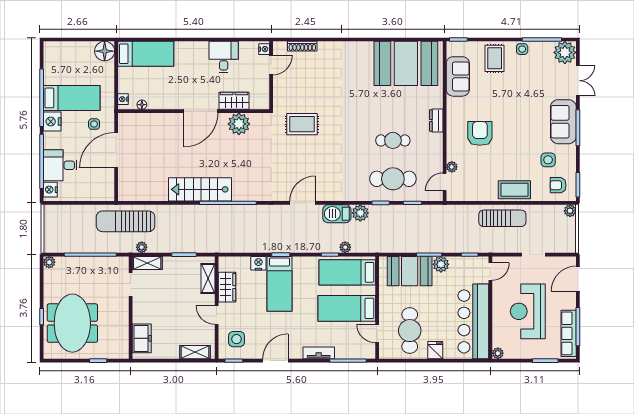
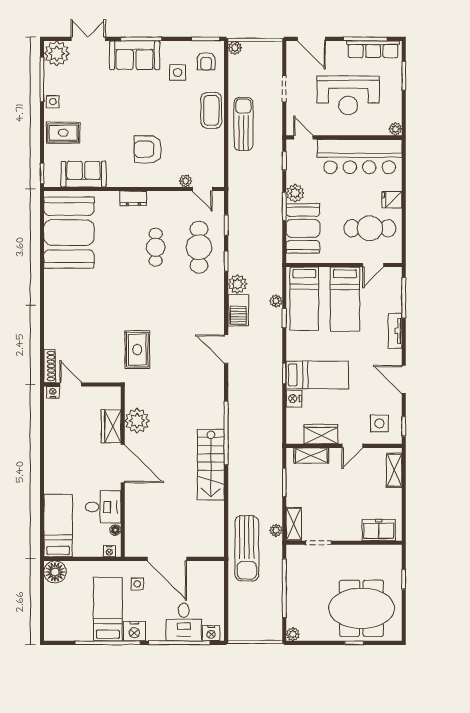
shoe rack: (302, 46) -> (50, 366), moved
desk: (224, 57) -> (103, 507), moved, turned 180

